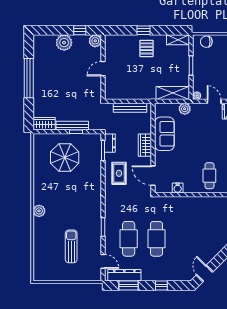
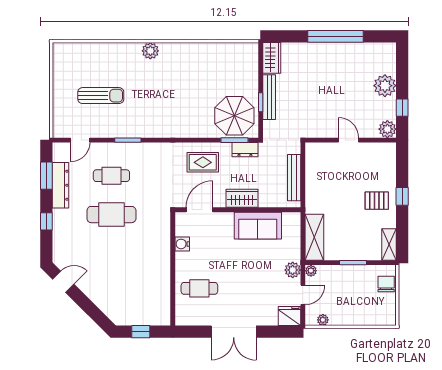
plant: (185, 109) -> (293, 270), moved
parasol: (65, 157) -> (234, 116), moved
cafe table: (129, 239) -> (111, 176), width x0.73, depth x0.74
dresser: (124, 275) -> (61, 185), moved

